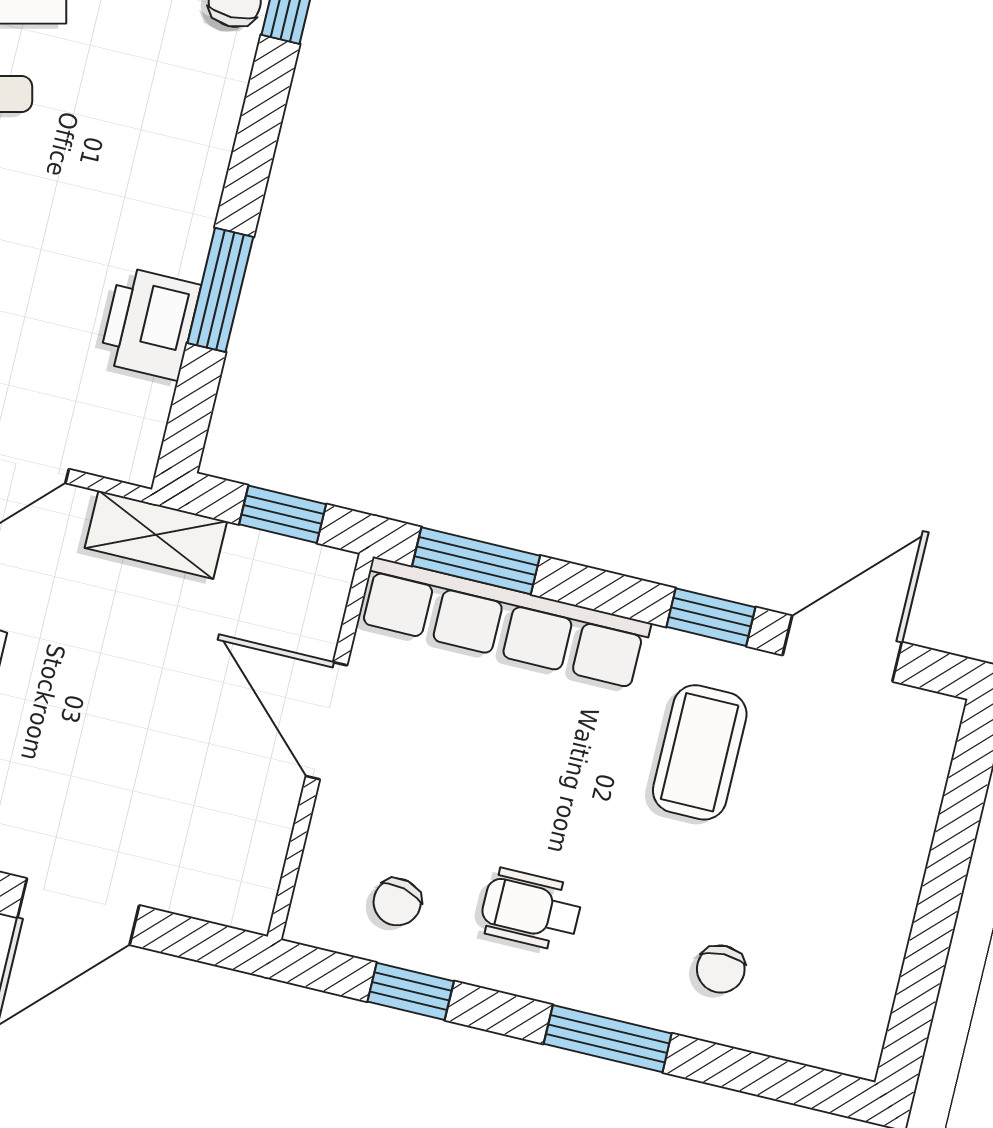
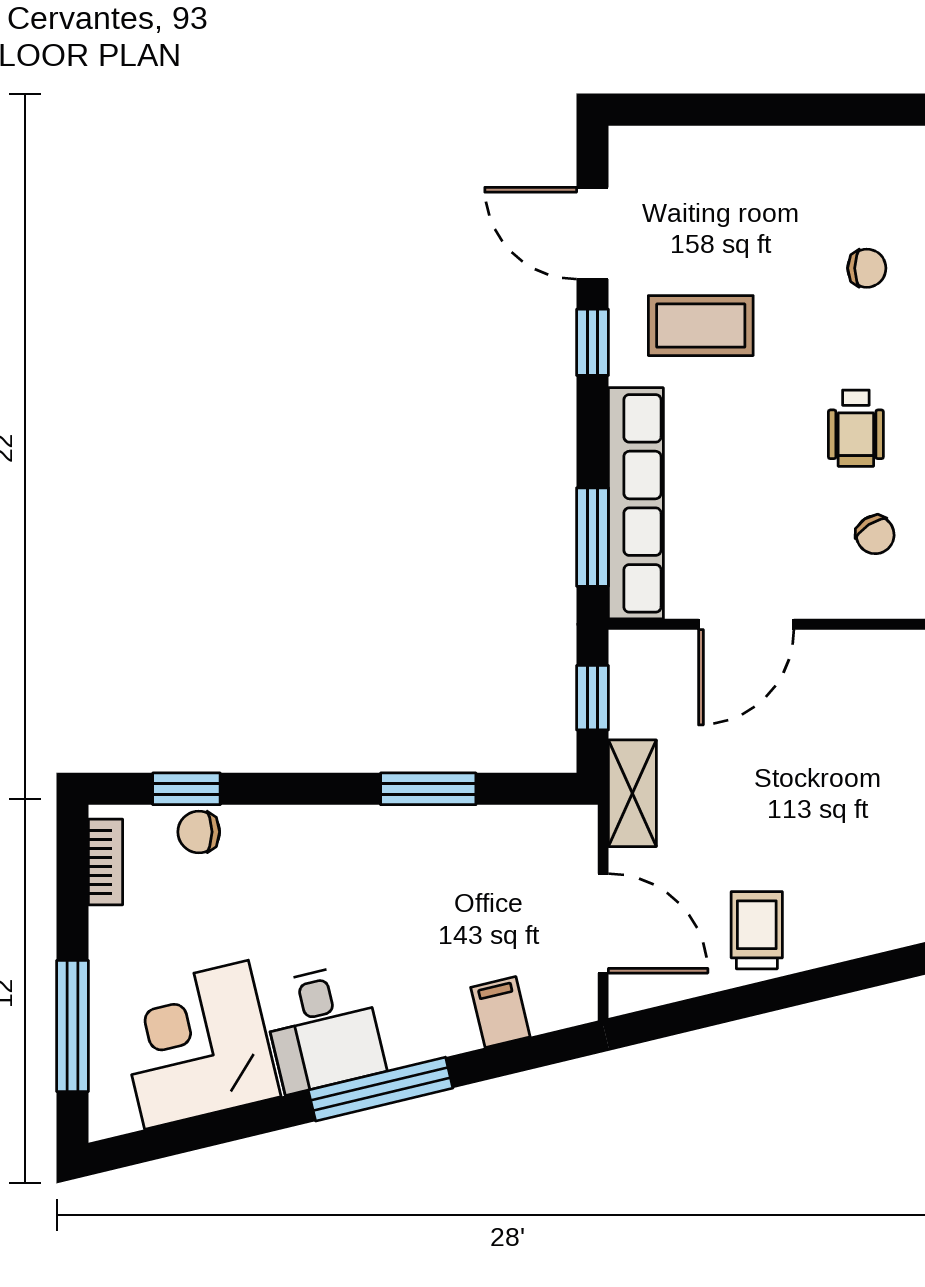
printer: (150, 324) -> (468, 838), removed
chair: (397, 902) -> (875, 535), turned 43

